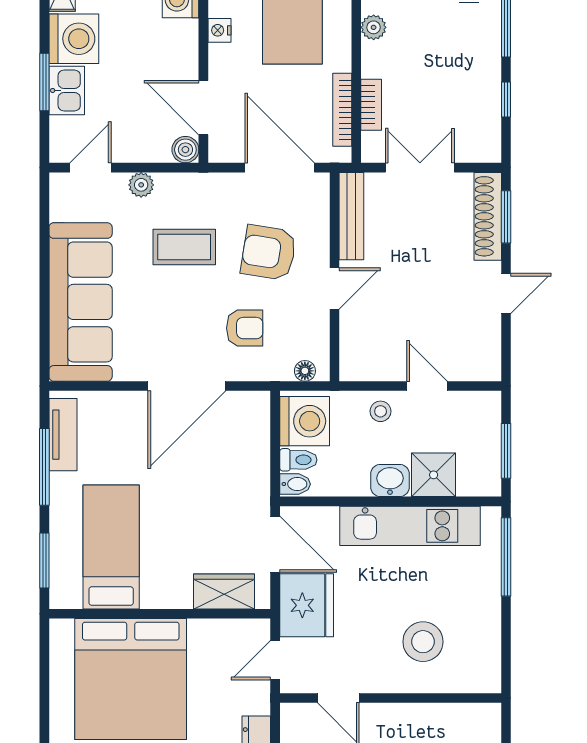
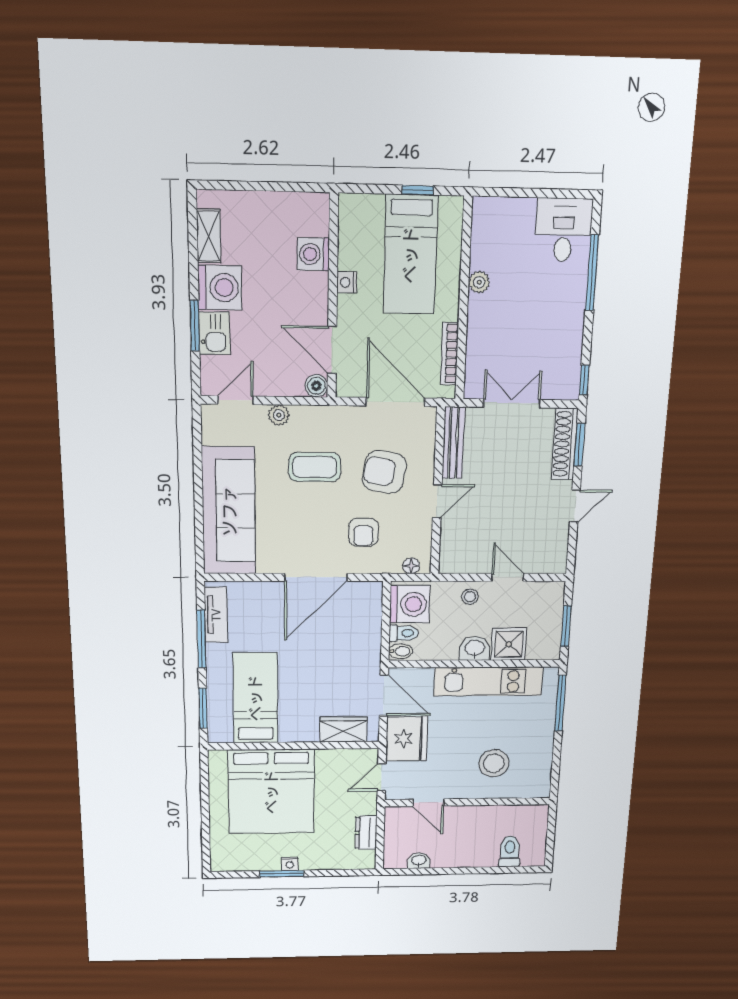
window: (506, 100) -> (584, 380), moved
bookcase: (371, 105) -> (474, 350), removed
armchair: (245, 328) -> (363, 532), turned 90

